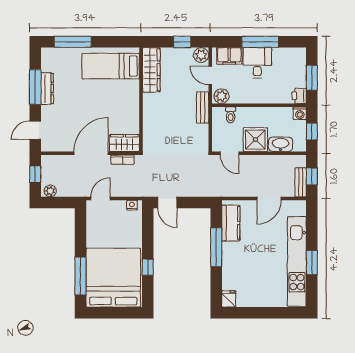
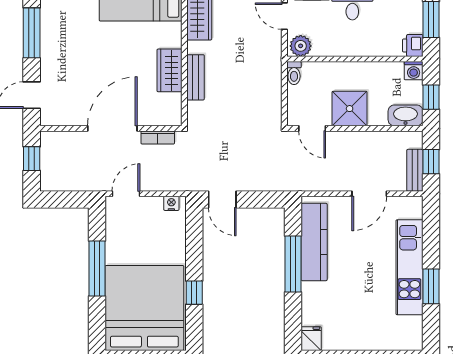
dresser: (47, 89) -> (49, 35), removed
bench: (203, 107) -> (196, 77), moved
toilet: (231, 115) -> (294, 73), moved
wardrobe: (124, 143) -> (169, 70), moved, turned -90
washbasin: (281, 144) -> (406, 115), moved
plant: (50, 191) -> (53, 183), removed
kitchen counter: (231, 223) -> (314, 242), width x1.50
kitchen unit: (297, 261) -> (409, 267), width x0.73
window: (80, 276) -> (97, 269), moved

